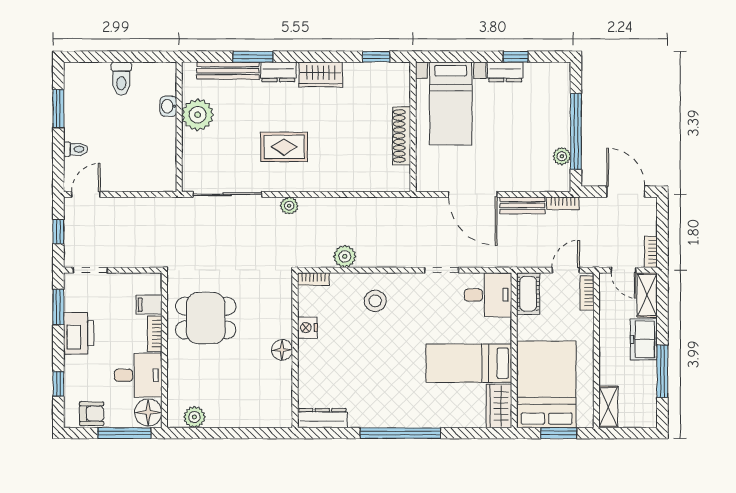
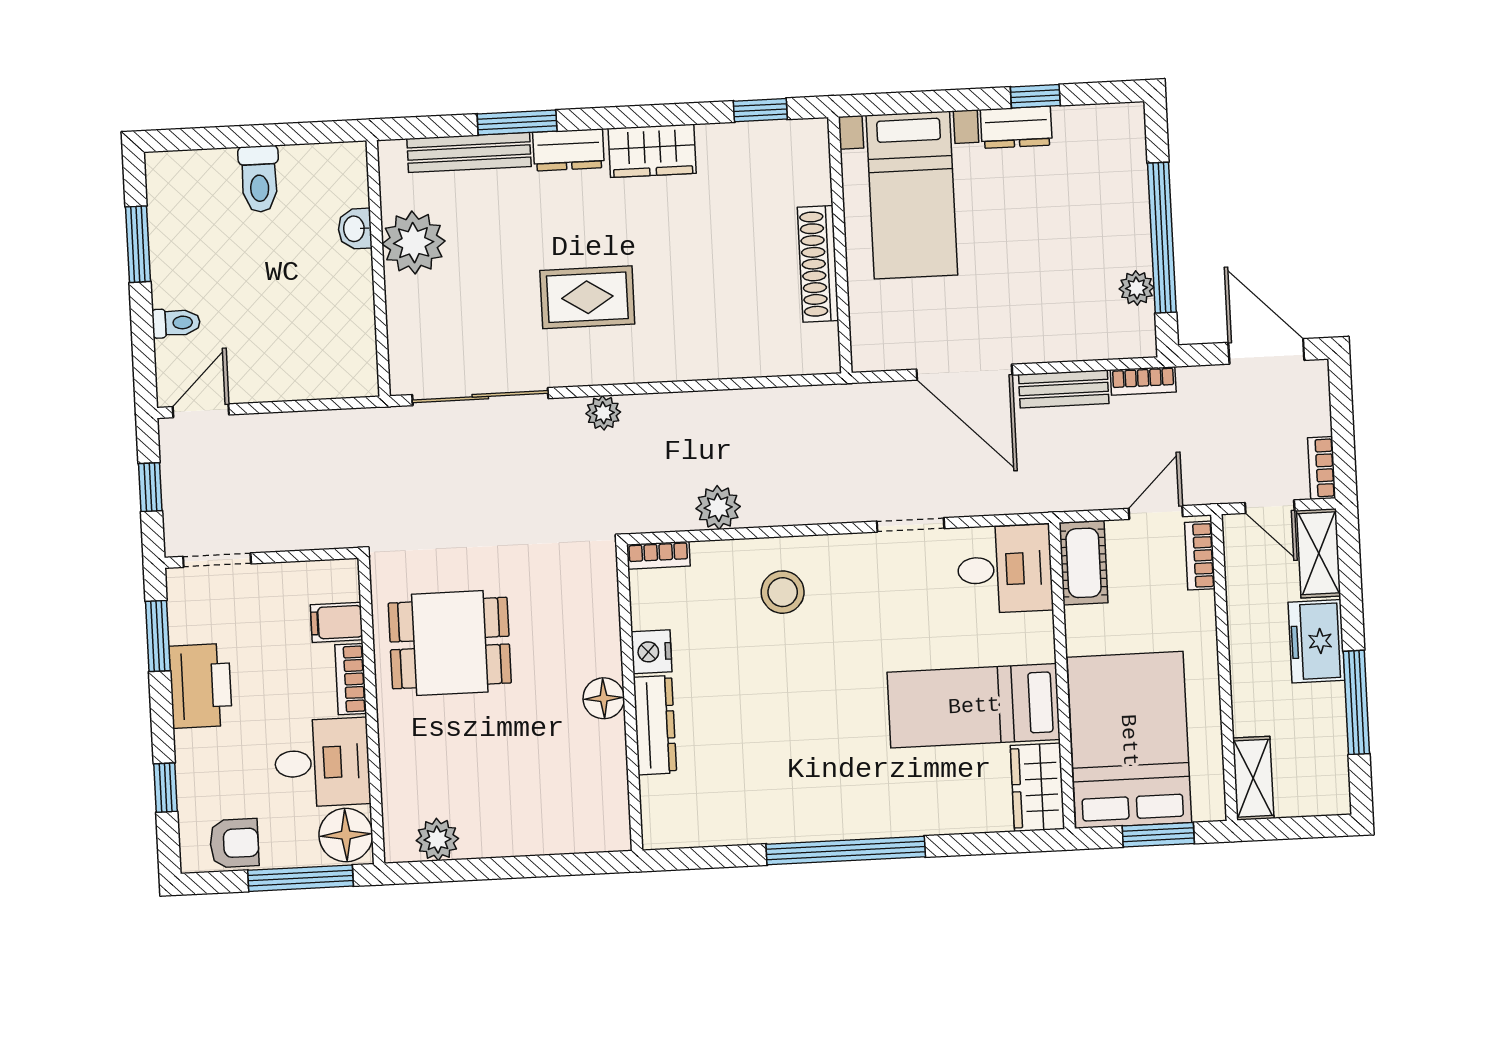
dresser: (322, 418) -> (655, 725), moved, turned 90

